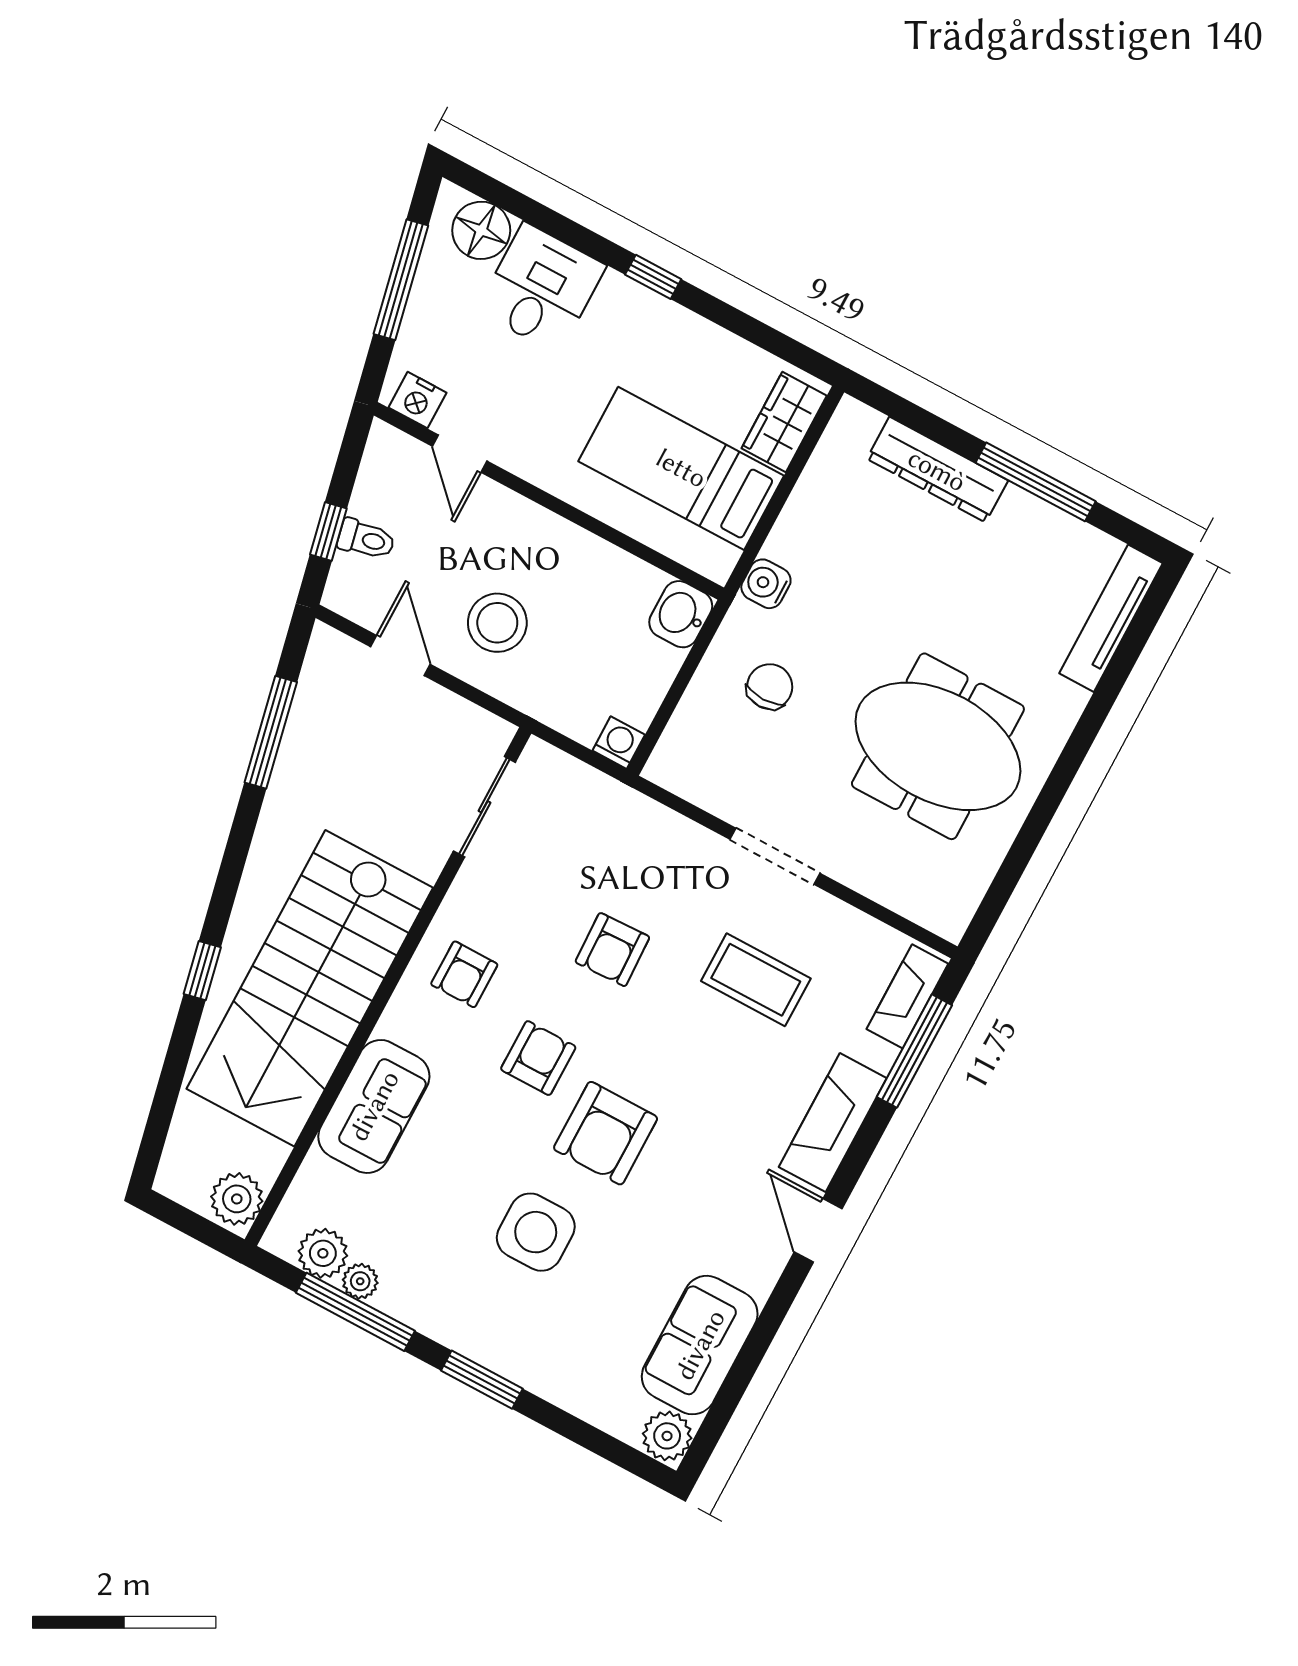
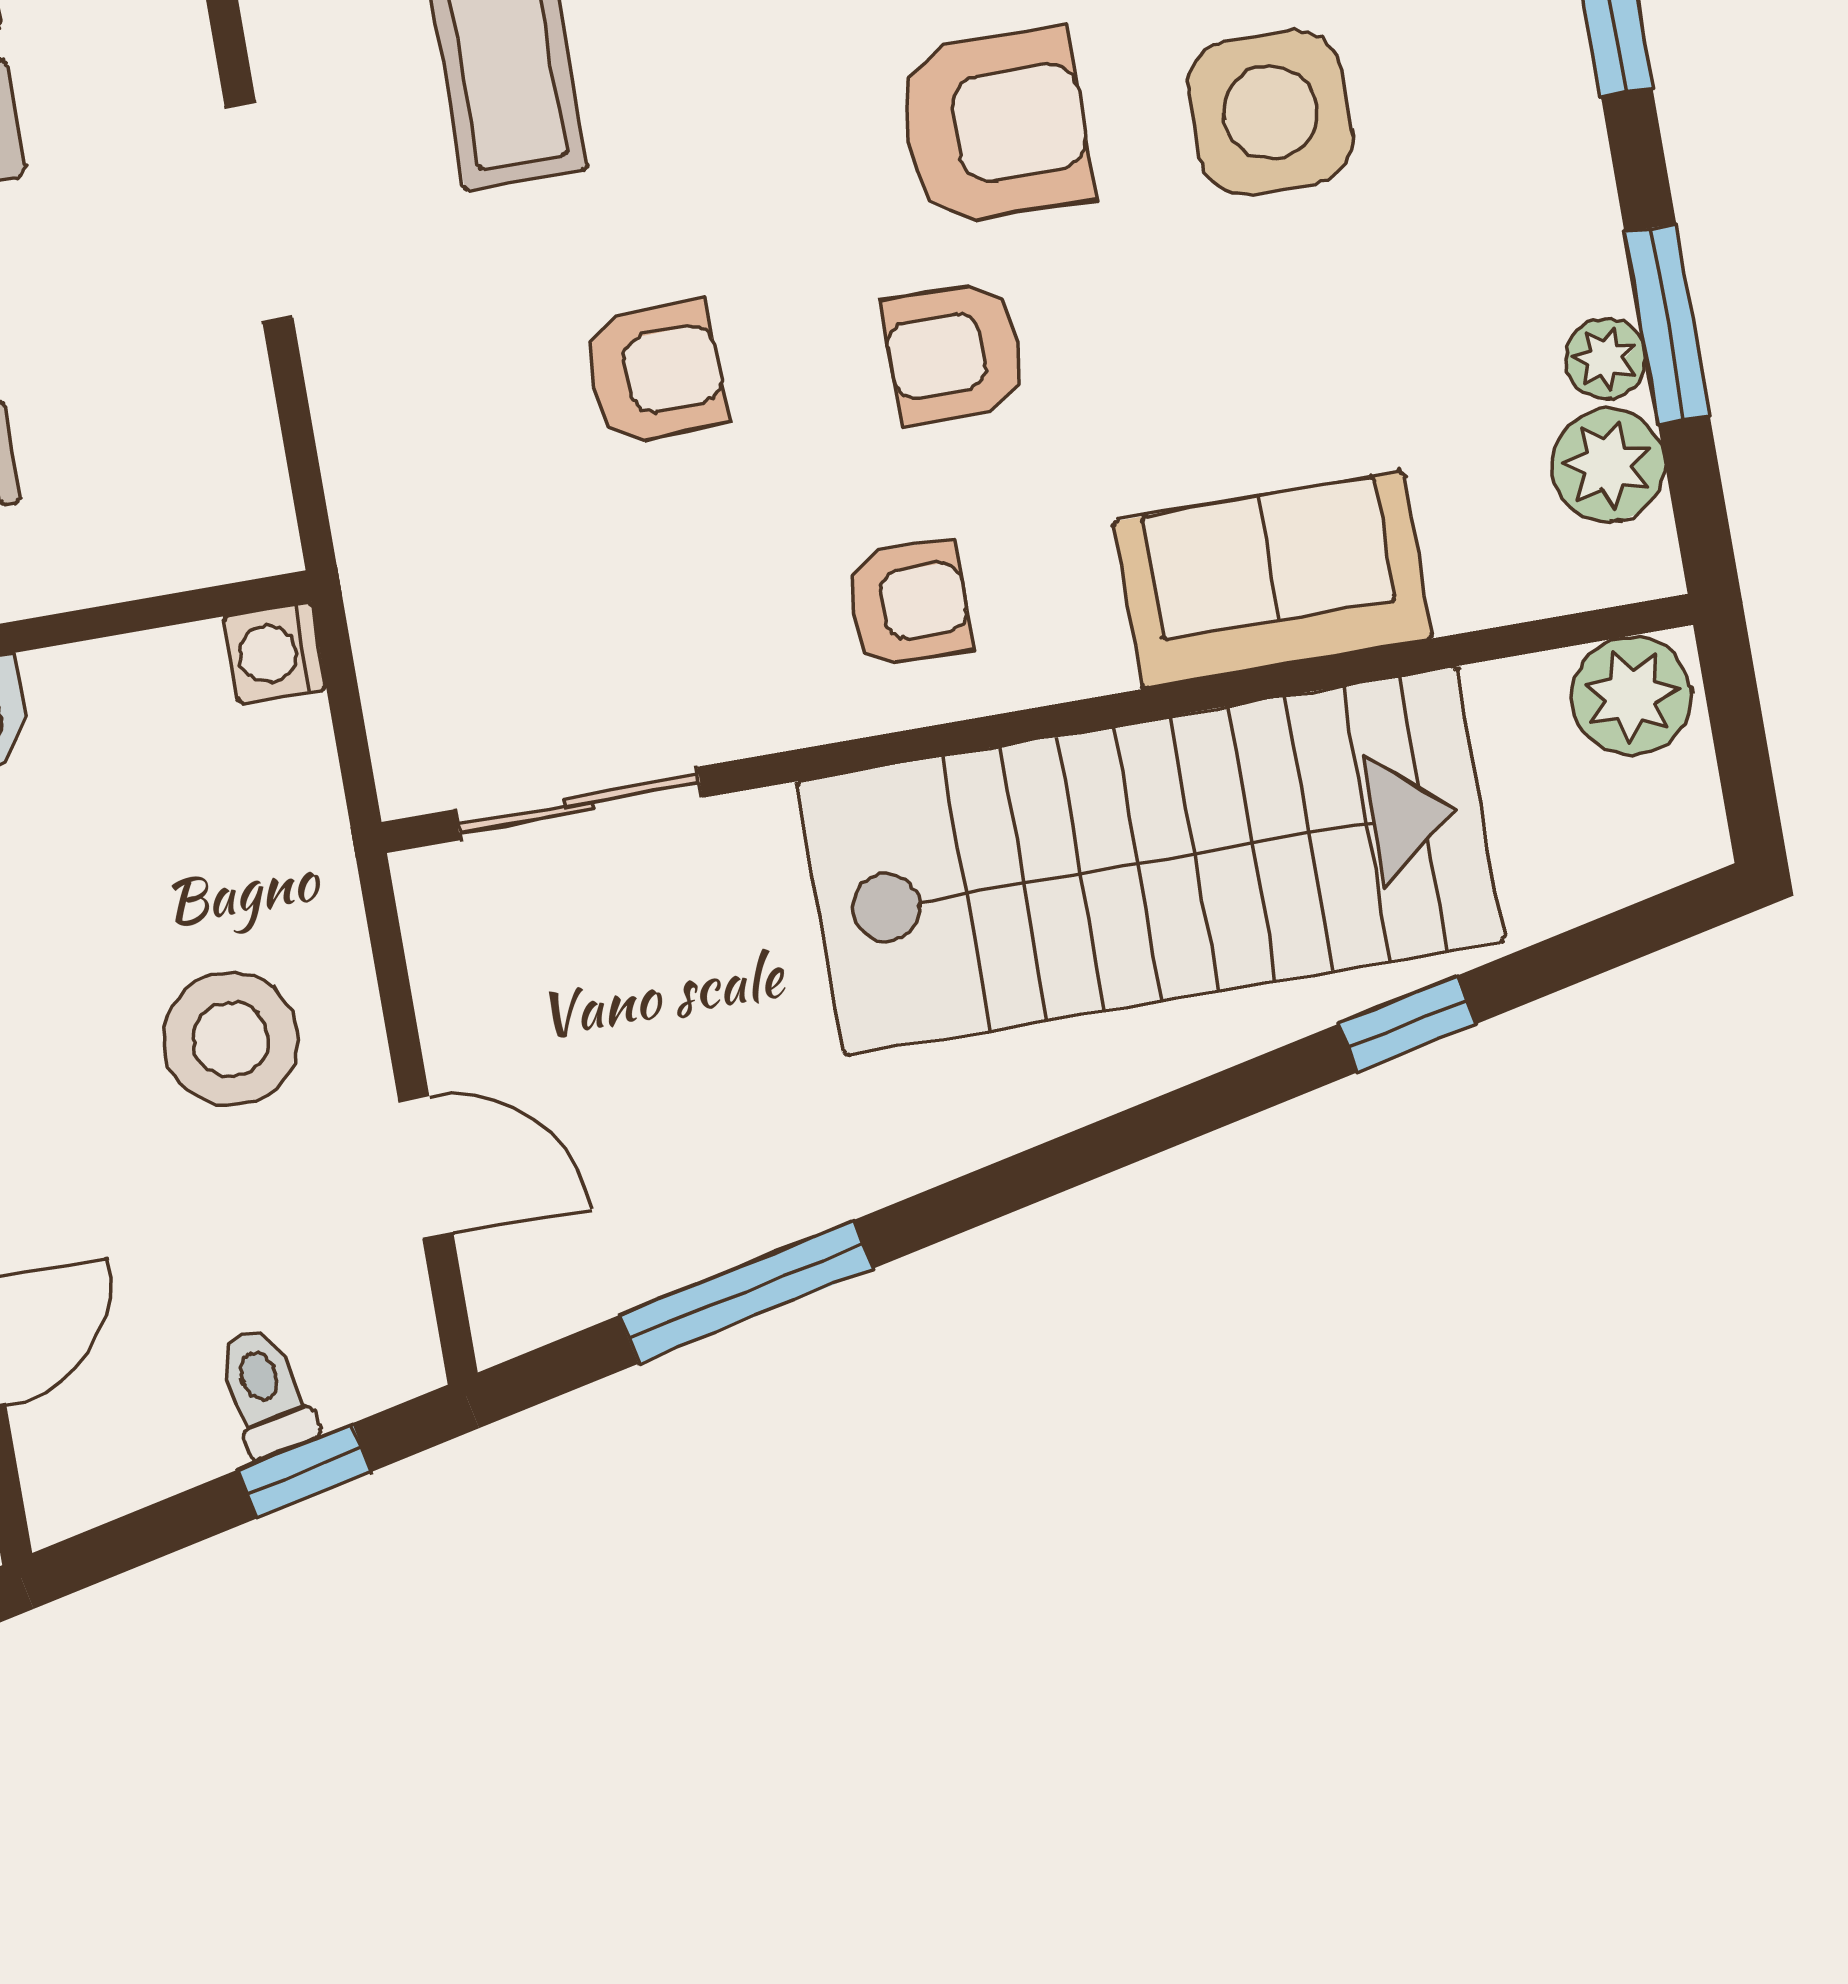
door: (400, 656) -> (426, 1167), swing flipped
window: (202, 971) -> (1407, 1024), moved
window: (355, 1312) -> (1667, 324), width x0.69

